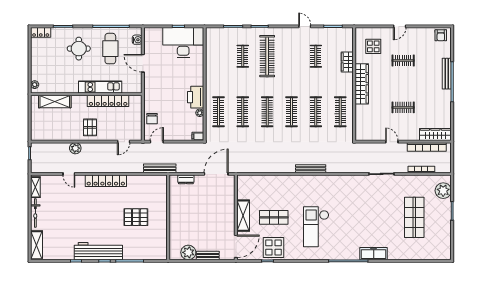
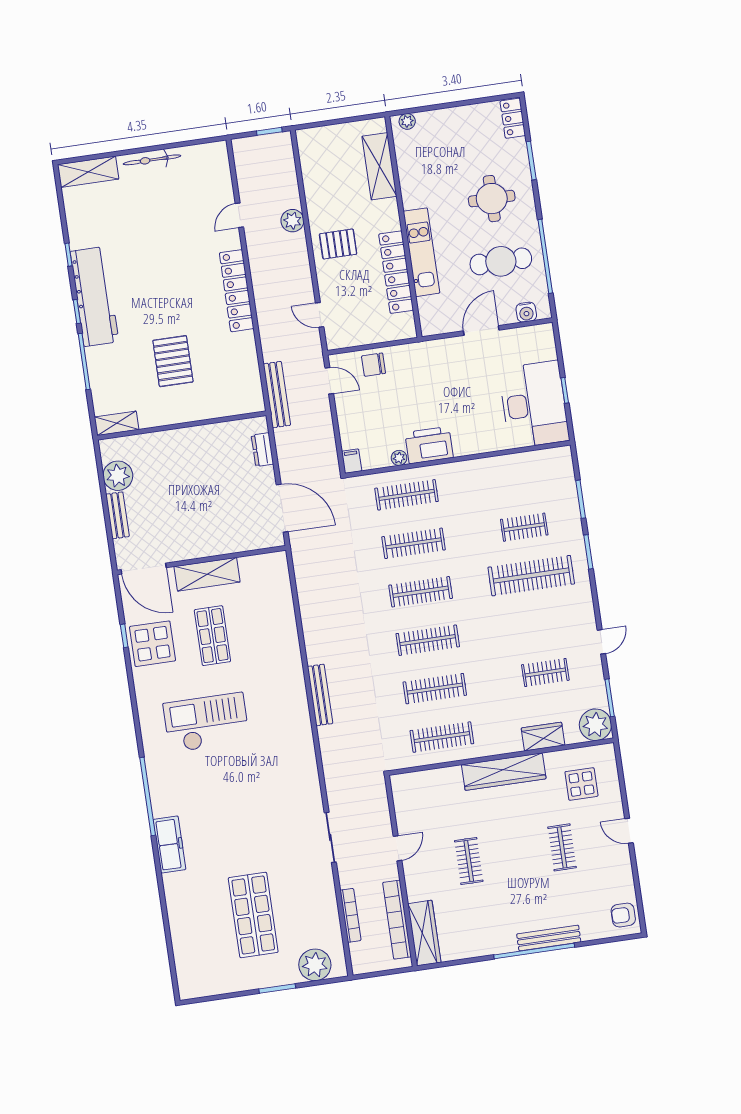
plant: (345, 35) -> (595, 725), added
shelving: (35, 187) -> (117, 423), moved
shop shelf: (414, 217) -> (253, 915), turned 90

